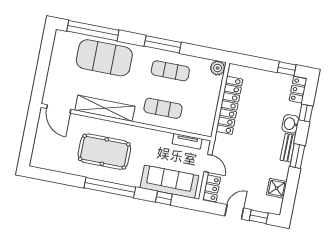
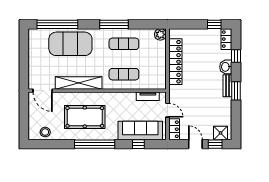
stool: (52, 161) -> (45, 132), added
shower: (277, 188) -> (221, 133), moved
door: (234, 212) -> (195, 144), hinge flipped

